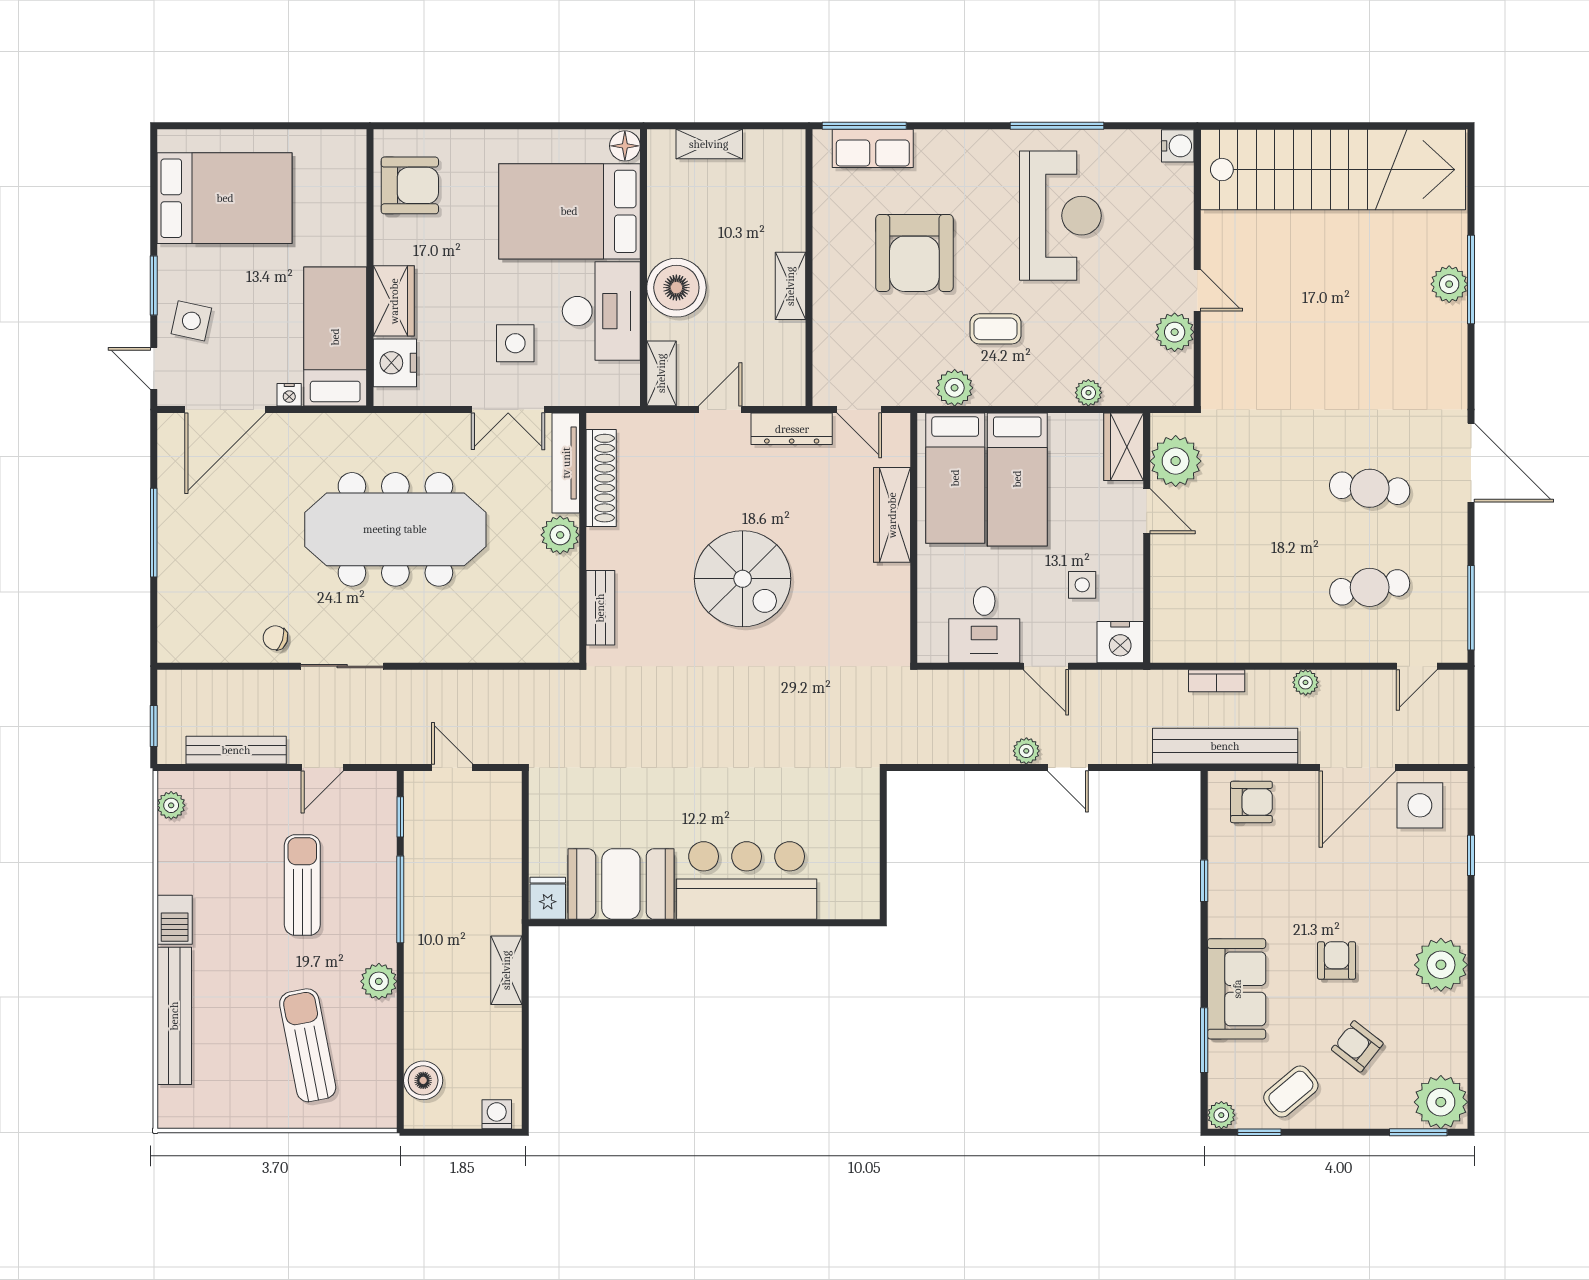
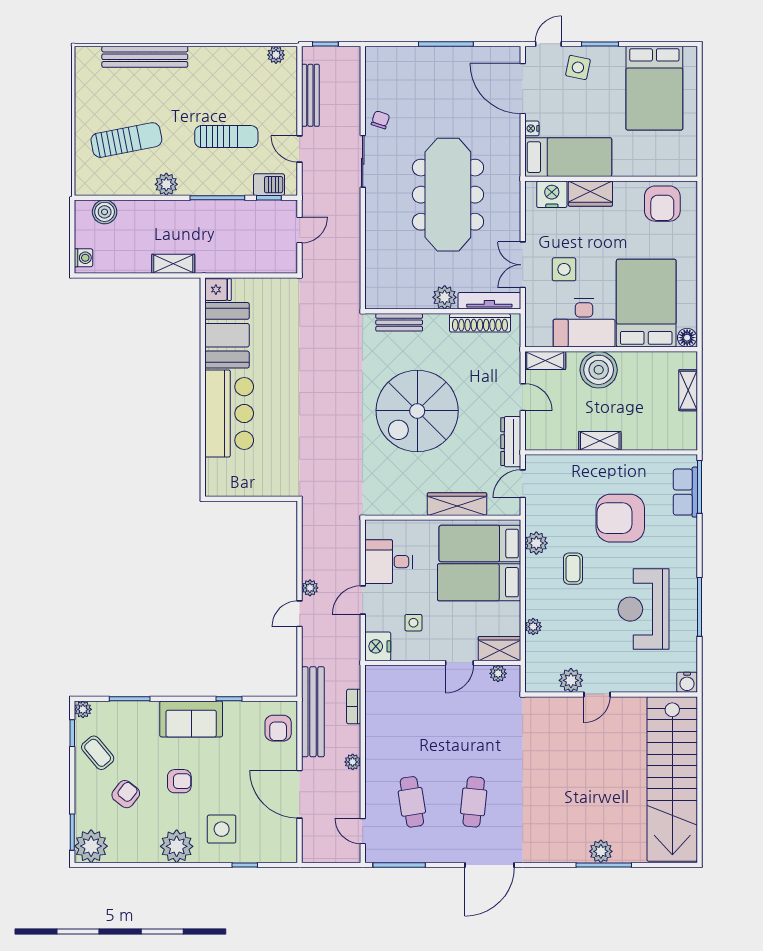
reception desk: (1060, 216) -> (644, 609), turned 90
plant: (1176, 461) -> (498, 673), width x0.53, depth x0.53
spiral stairs: (743, 579) -> (417, 411), width x1.37, depth x1.37
side table: (1420, 805) -> (222, 829), moved
barbecue: (175, 920) -> (269, 185), moved, turned 180
sofa: (1237, 989) -> (191, 719), moved

